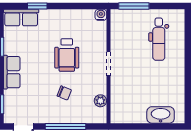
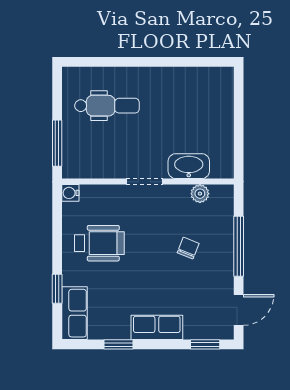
wheelchair: (67, 55) -> (99, 243), moved
washbasin: (161, 115) -> (189, 166), moved, turned 90

